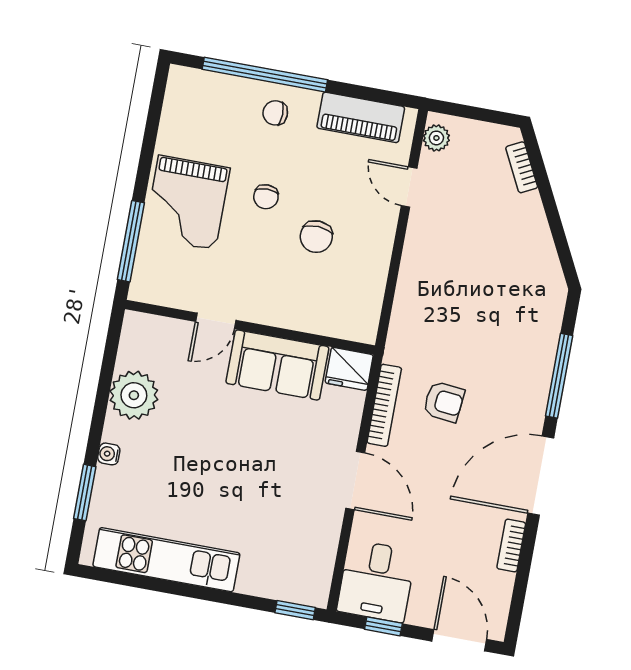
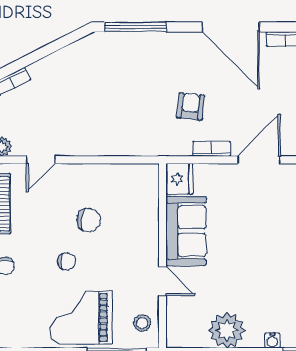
grand piano: (187, 203) -> (81, 318), turned 180
stool: (165, 283) -> (142, 323), added
window: (559, 376) -> (135, 27), moved
bookcase: (384, 405) -> (212, 149), width x0.64

